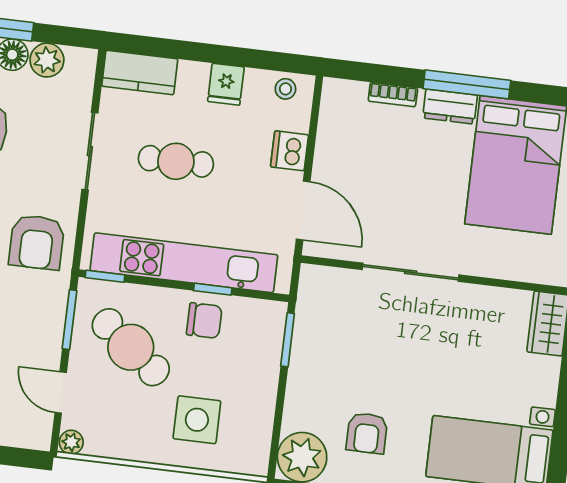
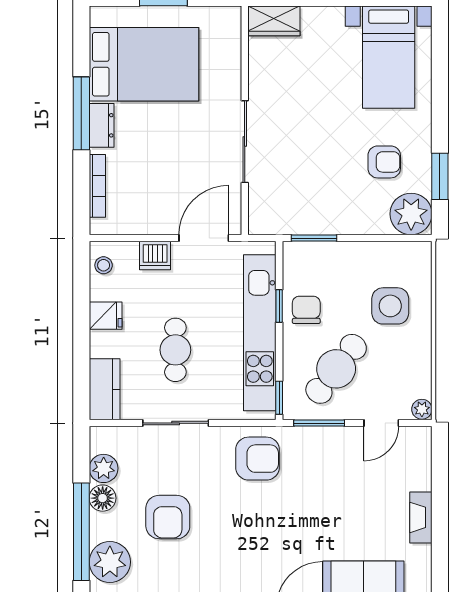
bookcase: (393, 95) -> (97, 186), width x1.56

